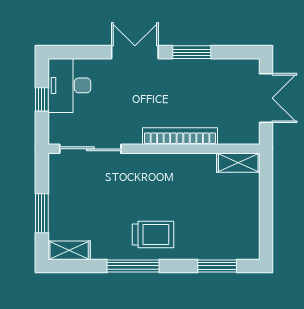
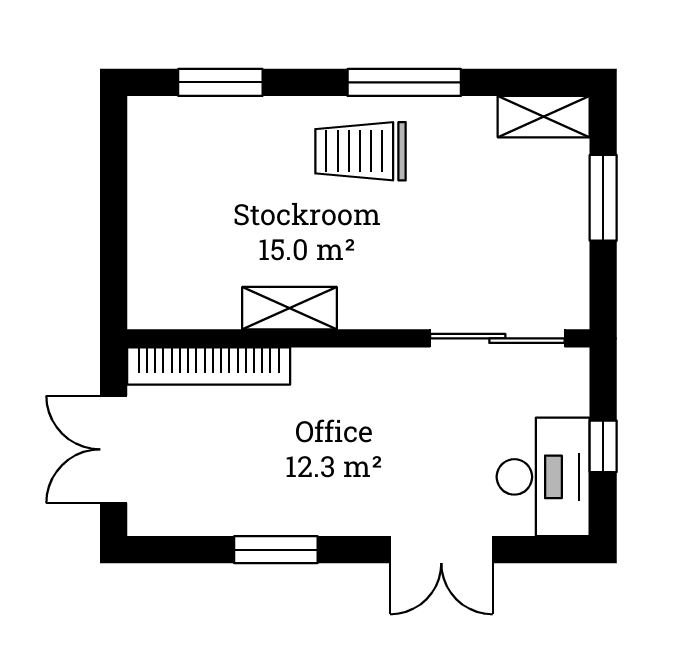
double door: (135, 52) -> (441, 550), moved
bookcase: (180, 136) -> (209, 366), moved
shelving: (238, 163) -> (289, 308), moved

